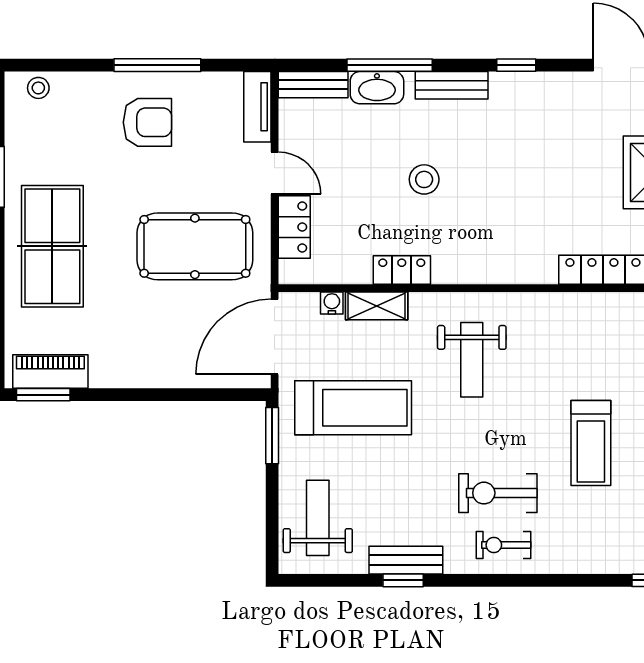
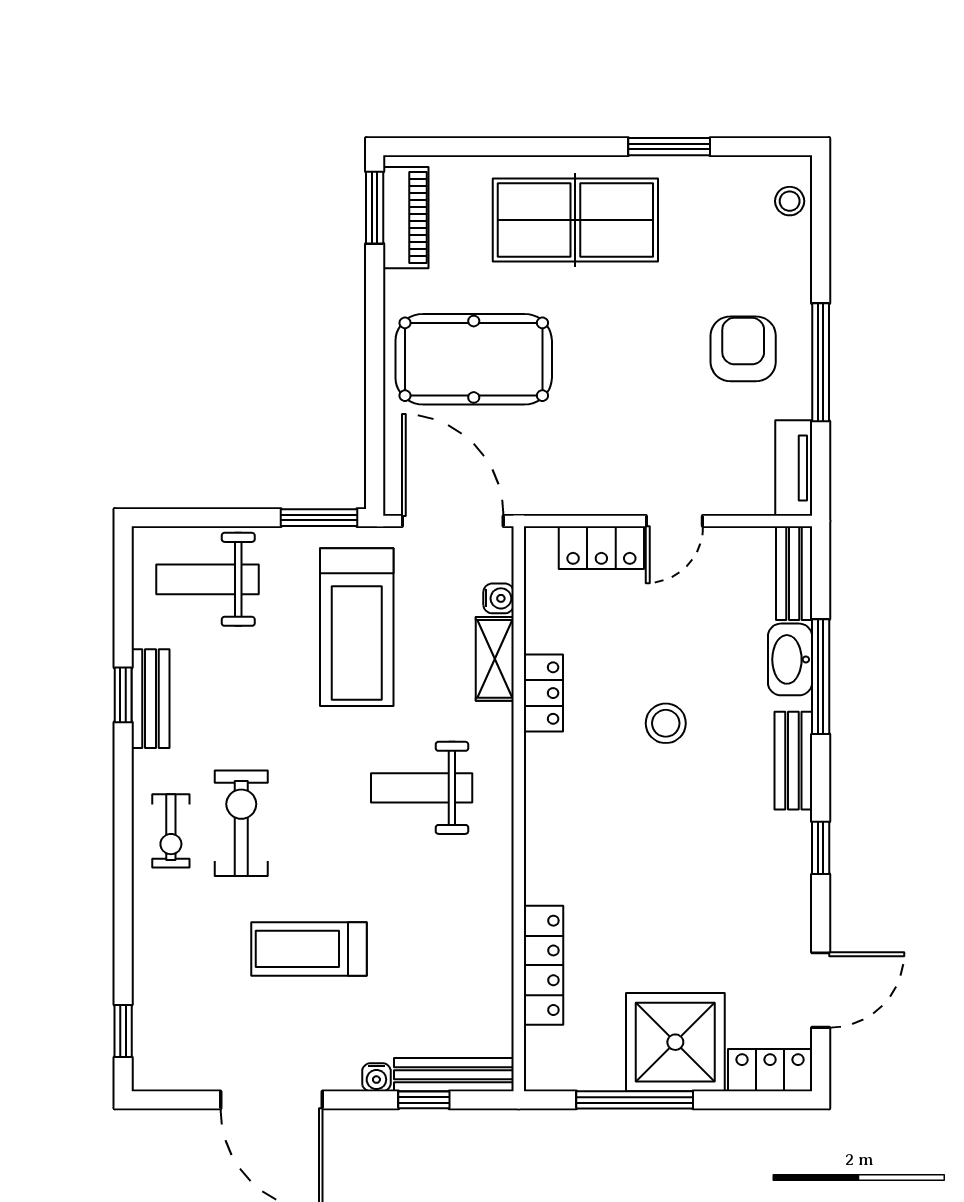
tv unit: (257, 107) -> (794, 468), moved, turned -90
armchair: (147, 122) -> (743, 349), turned 180
pool table: (195, 246) -> (474, 359), moved, turned 90
weight bench: (318, 518) -> (208, 579), turned 180
exercise bike: (504, 545) -> (171, 831), turned 180

